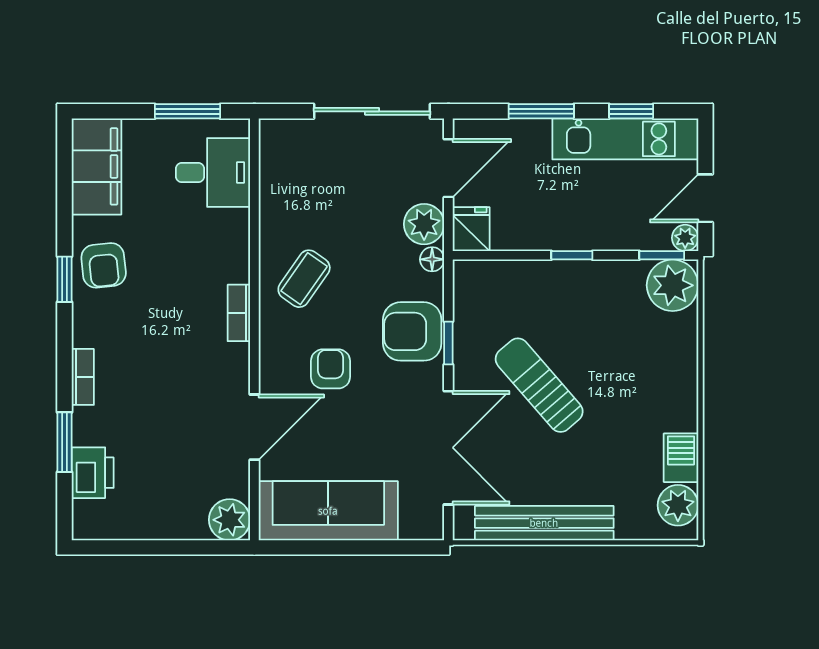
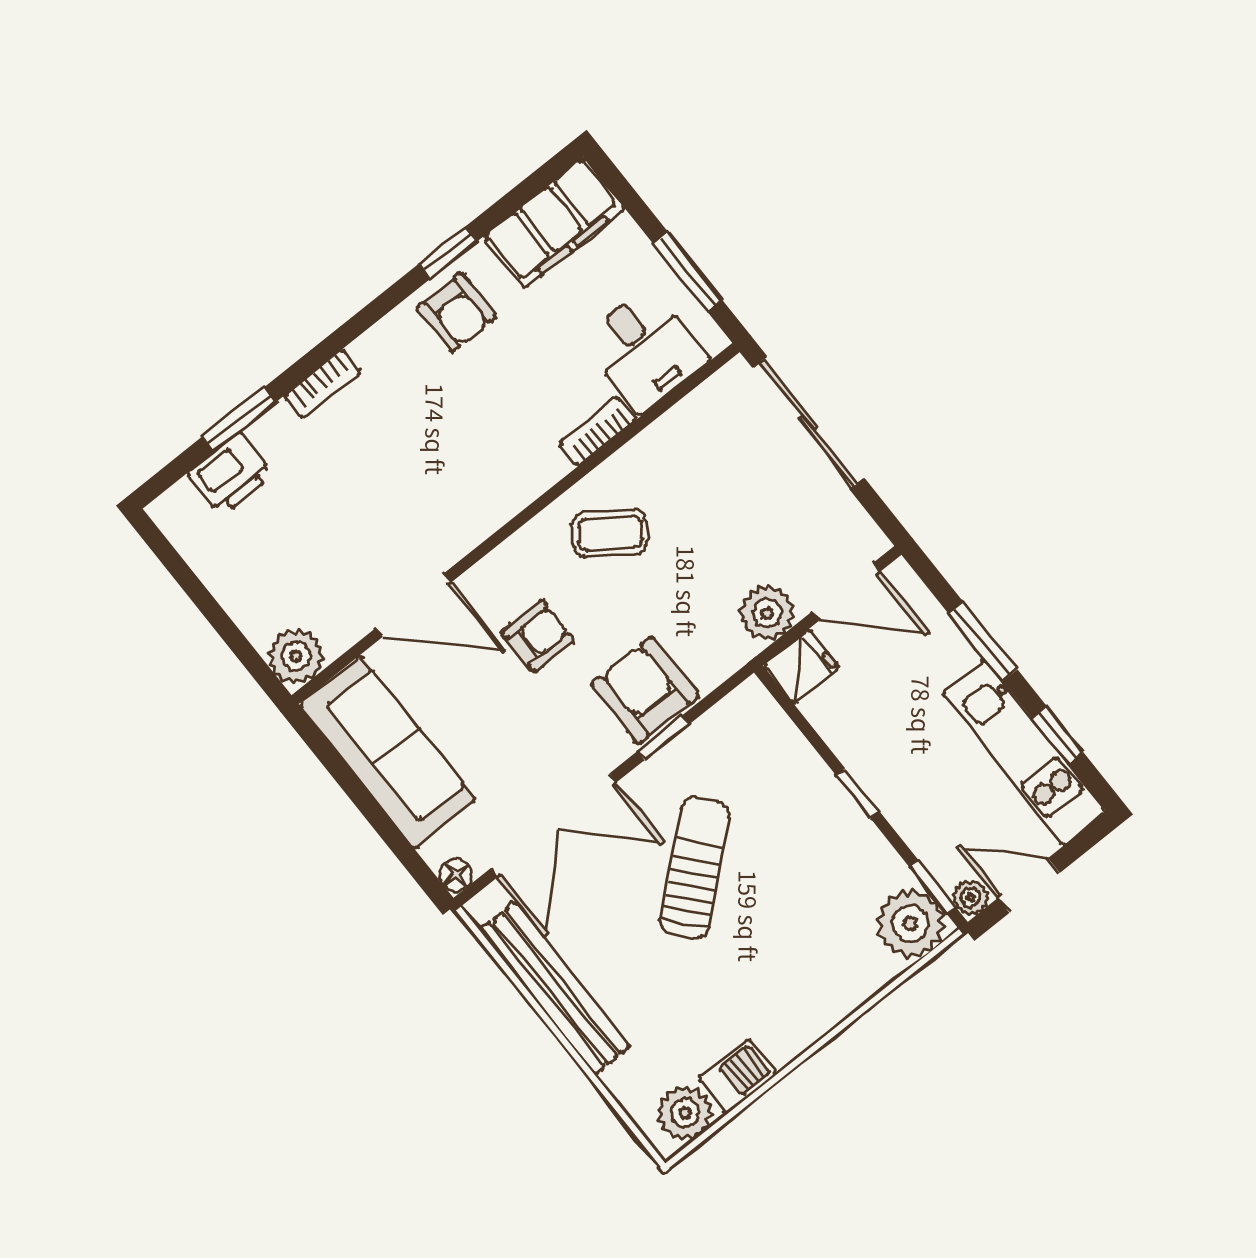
sliding door: (372, 111) -> (808, 423), moved
floor lamp: (432, 259) -> (456, 875), moved
armchair: (104, 265) -> (457, 312), turned -84
window: (65, 279) -> (448, 253), moved
bookcase: (239, 313) -> (598, 431), moved

